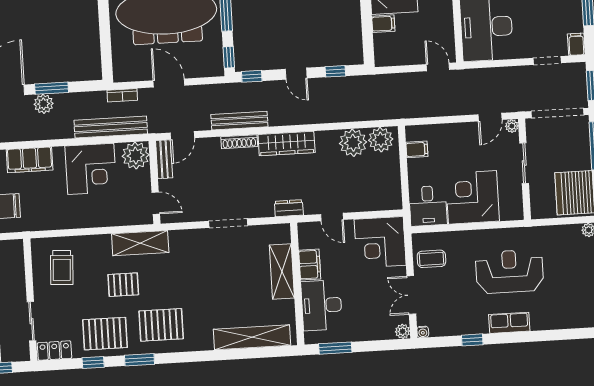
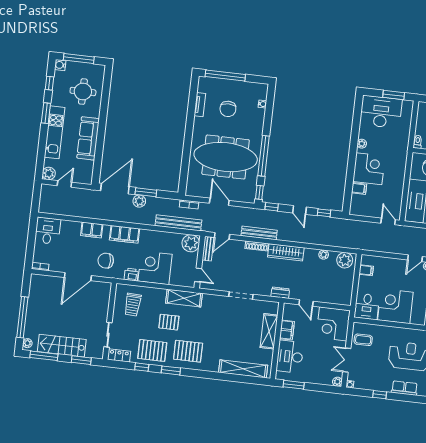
plant: (353, 143) -> (324, 255), width x0.53, depth x0.53
corner desk: (91, 169) -> (155, 268), moved, turned 180
printer: (51, 221) -> (131, 275), added

